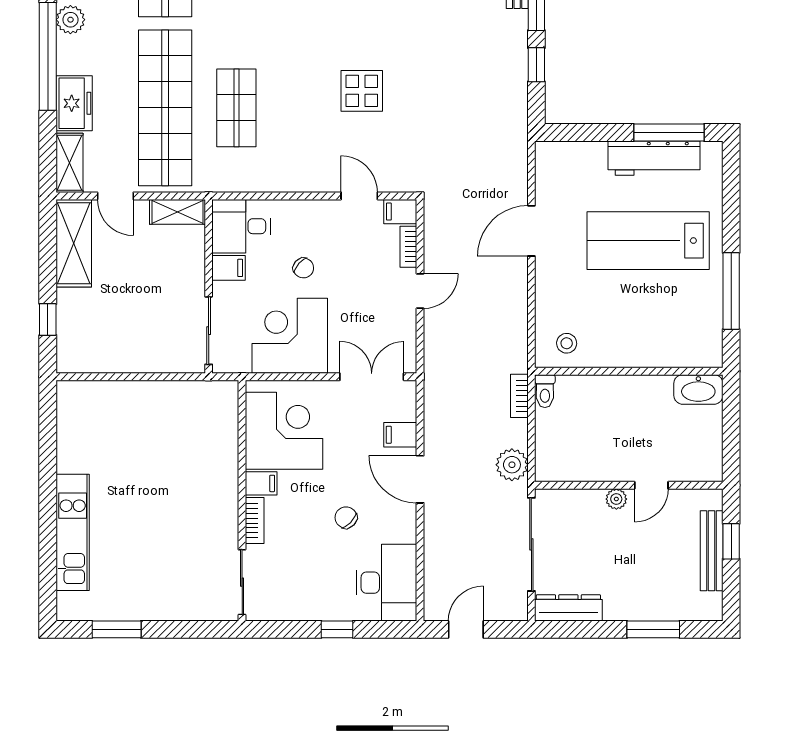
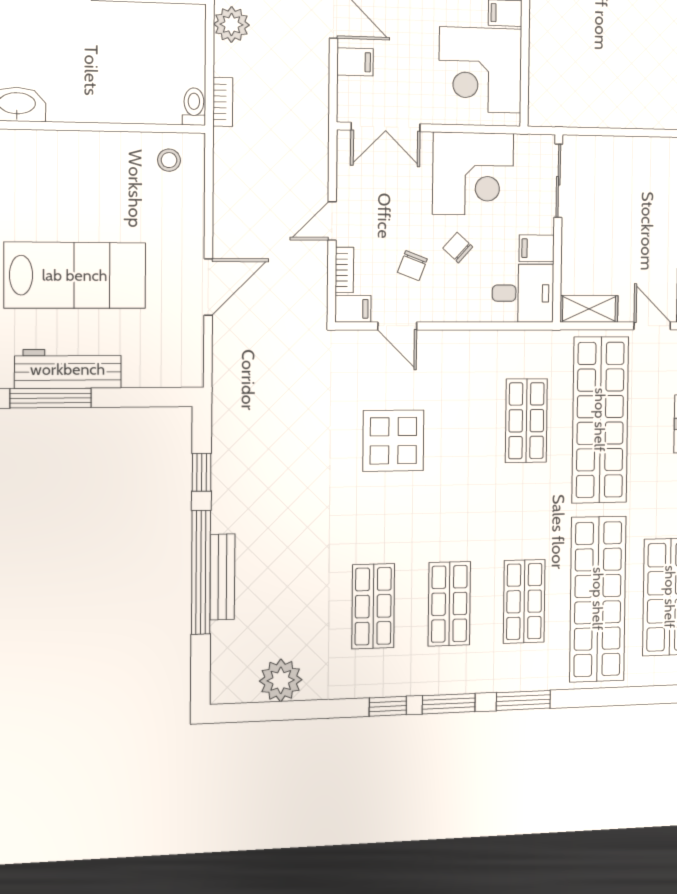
display table: (362, 91) -> (393, 441), width x1.36, depth x1.36
chair: (346, 251) -> (412, 266), added

